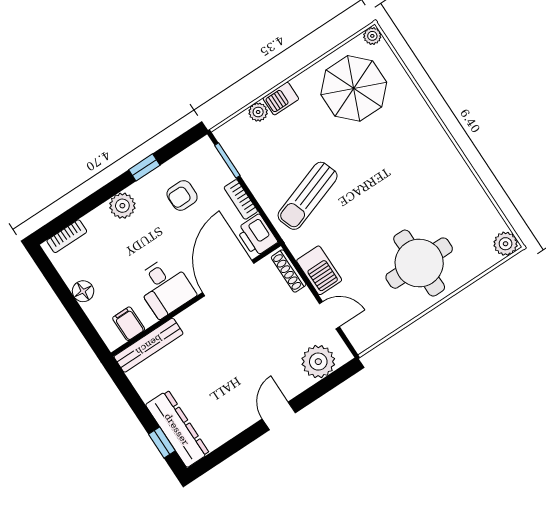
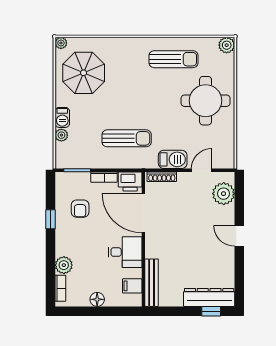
sun lounger: (445, 189) -> (173, 59), added
sun lounger: (308, 196) -> (127, 138), turned -71
plant: (122, 206) -> (64, 265), moved

